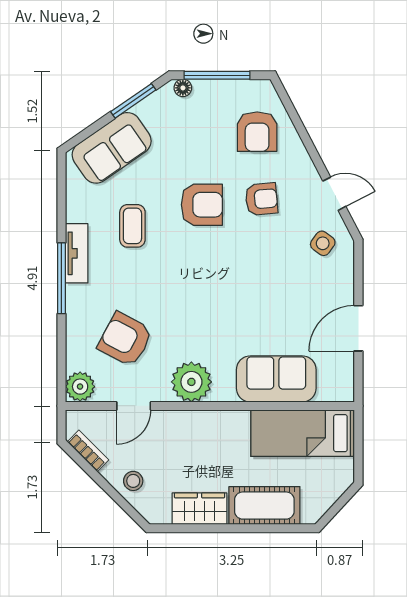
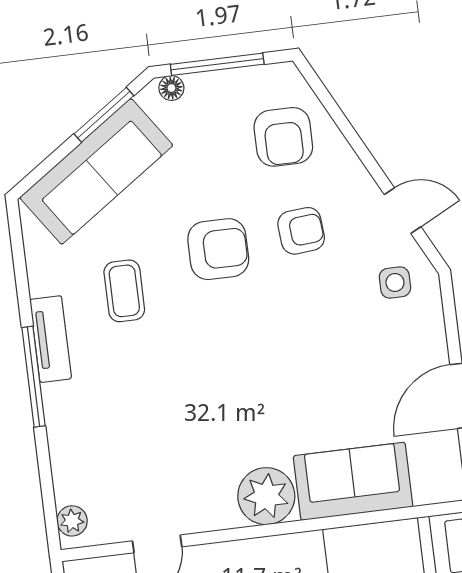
sofa: (112, 148) -> (96, 171), width x1.36
side table: (323, 243) -> (395, 282), turned -36
armchair: (125, 339) -> (134, 452), removed
plant: (191, 382) -> (266, 496), moved
plant: (80, 387) -> (72, 521), width x0.73, depth x0.73

